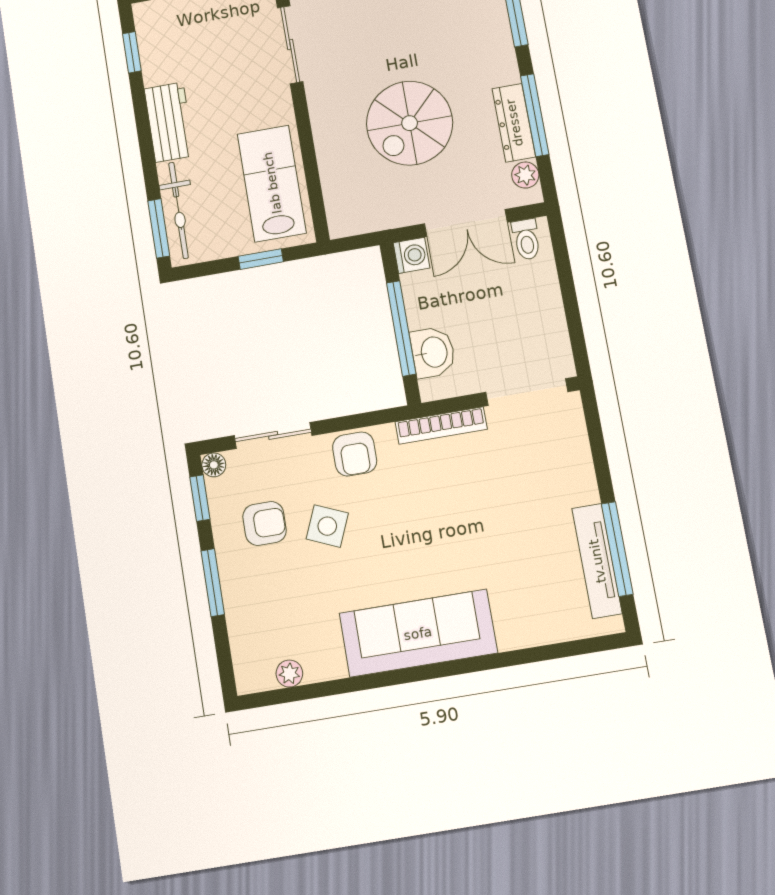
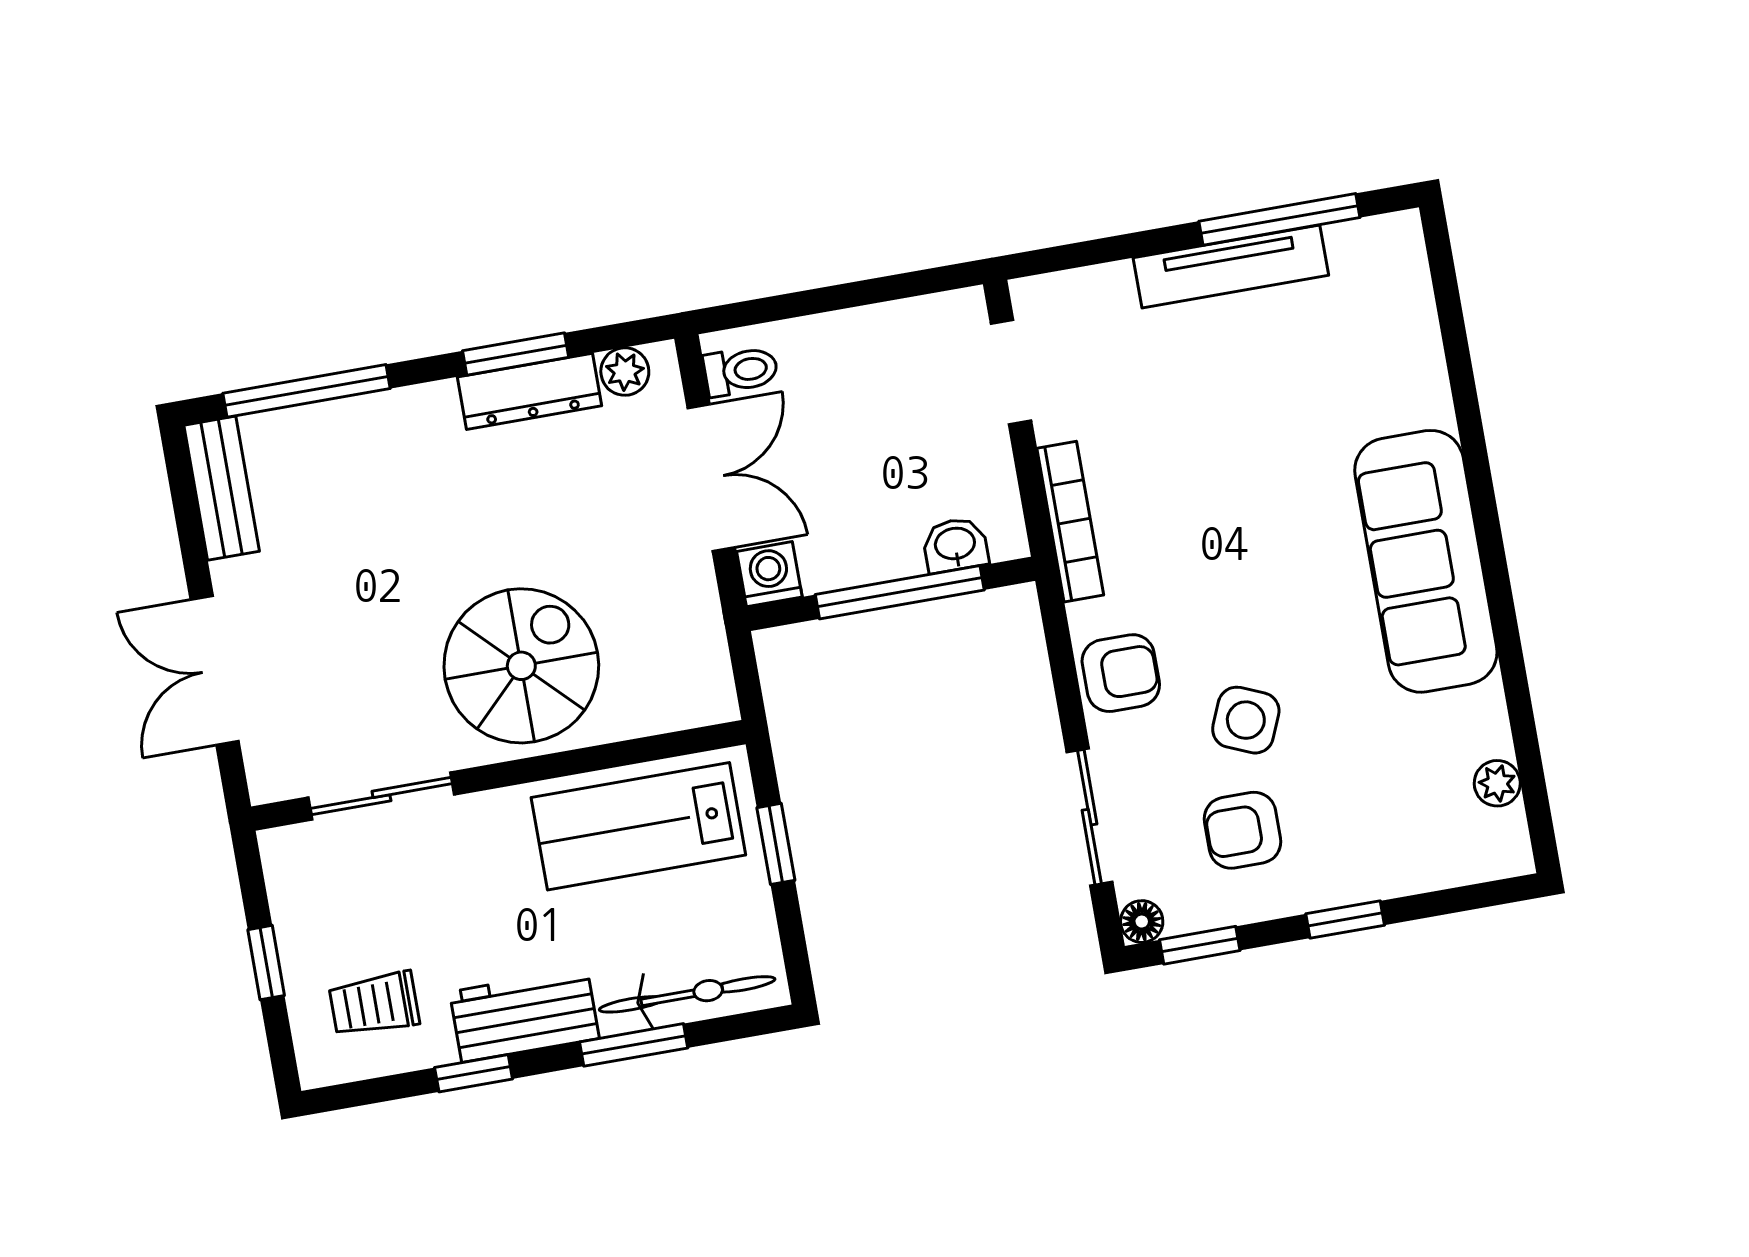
trolley: (177, 42) -> (374, 1004), added
window: (132, 52) -> (474, 1073), moved
window: (535, 115) -> (516, 354), width x0.69
spiral stairs: (410, 123) -> (521, 666), moved, turned -90
window: (159, 228) -> (634, 1045), moved
washbasin: (433, 352) -> (955, 545), width x0.72, depth x0.69
doorway: (527, 392) -> (1011, 372), width x0.73
armchair: (264, 523) -> (1243, 830), turned -90
tv unit: (597, 561) -> (1231, 267), moved
window: (213, 583) -> (1345, 919), width x0.67

